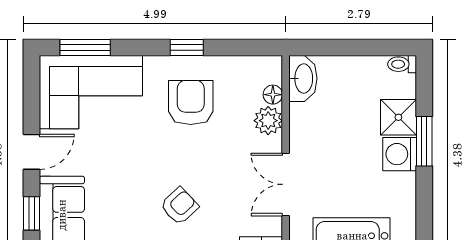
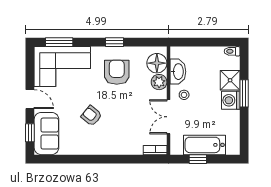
washbasin: (303, 78) -> (178, 72), moved
floor lamp: (273, 95) -> (157, 63), width x1.89, depth x1.89
stool: (314, 144) -> (184, 95), added
door: (32, 152) -> (30, 99), hinge flipped
armchair: (179, 206) -> (91, 116), moved, turned -98

